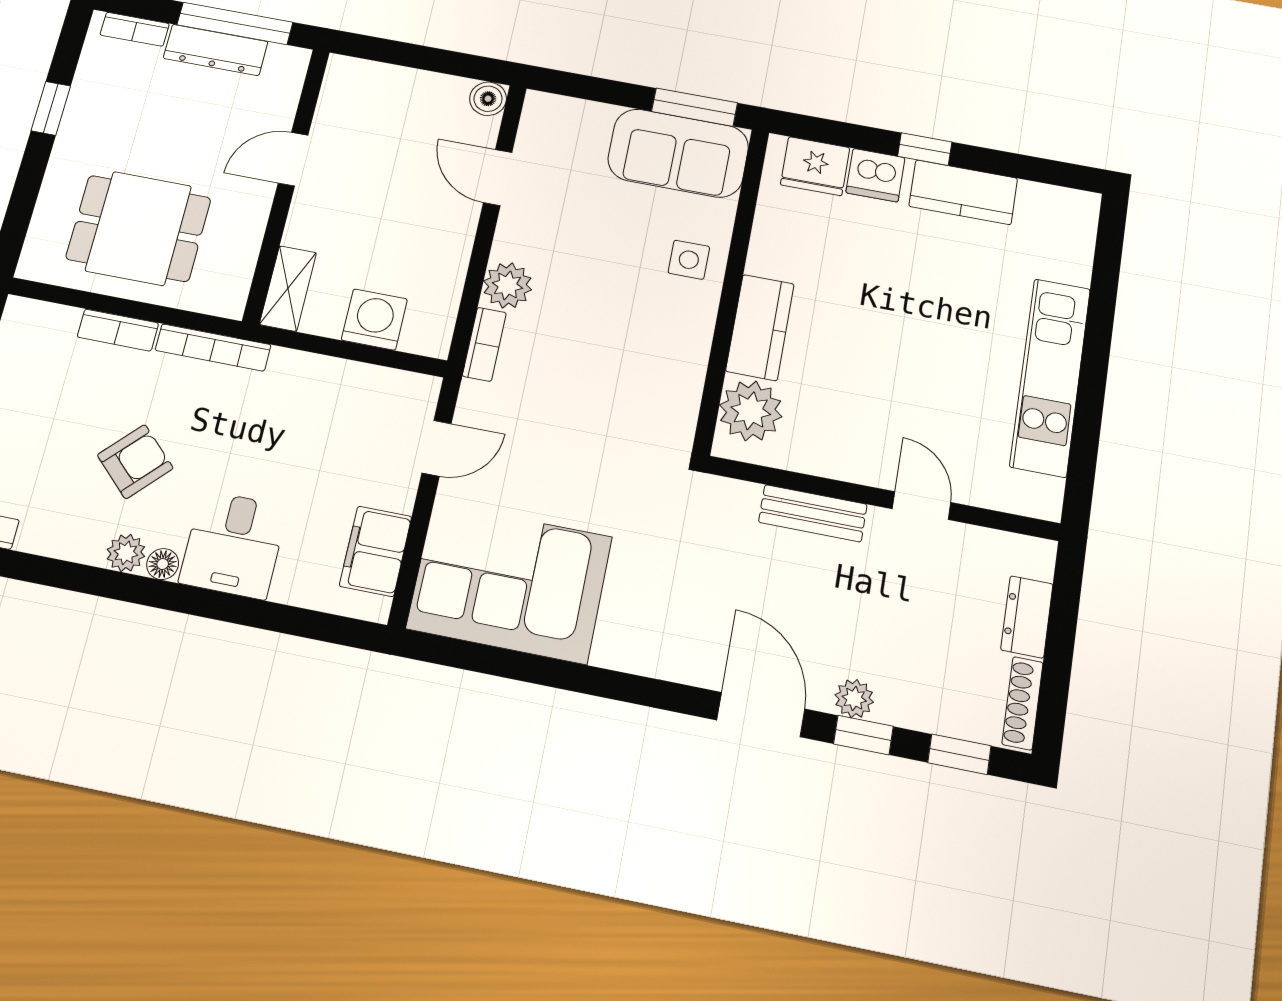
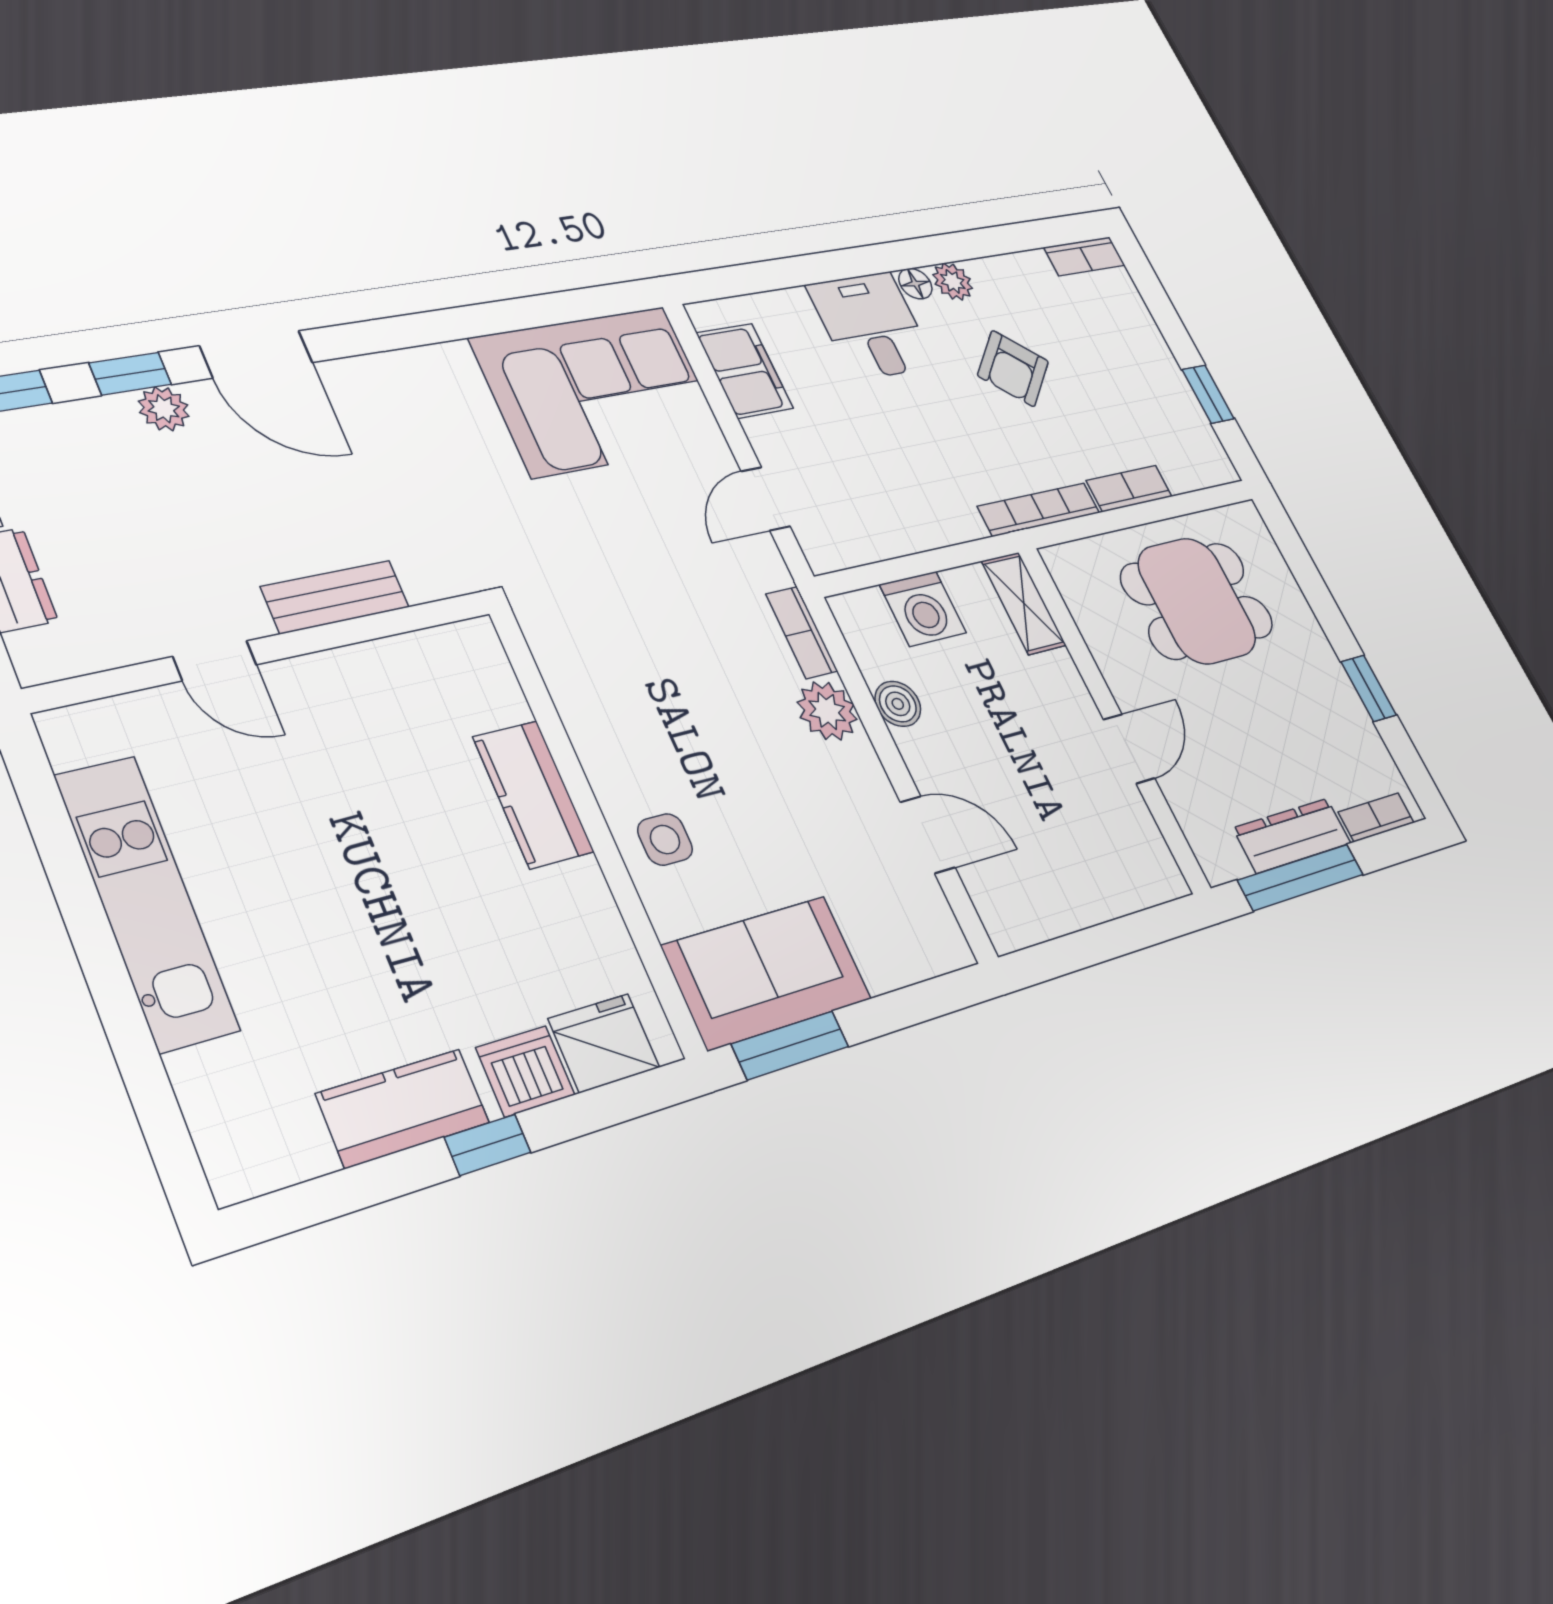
boiler: (488, 99) -> (898, 704), moved
plant: (751, 411) -> (479, 687), removed

